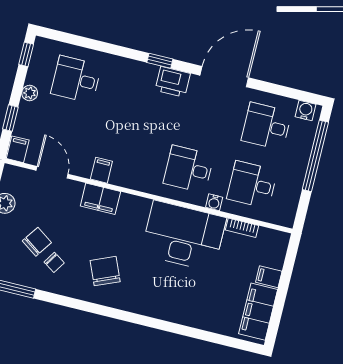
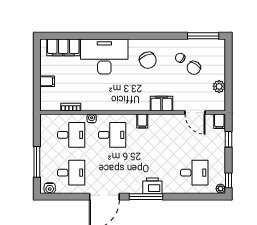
window: (160, 61) -> (146, 197), width x2.17
printer: (173, 82) -> (152, 186), moved
plant: (30, 93) -> (220, 189), moved
window: (315, 156) -> (37, 162), width x0.68
filing cabinet: (101, 170) -> (142, 121), moved
desk: (184, 236) -> (104, 57), moved, turned 180
filing cabinet: (258, 312) -> (63, 47), moved, turned 90

